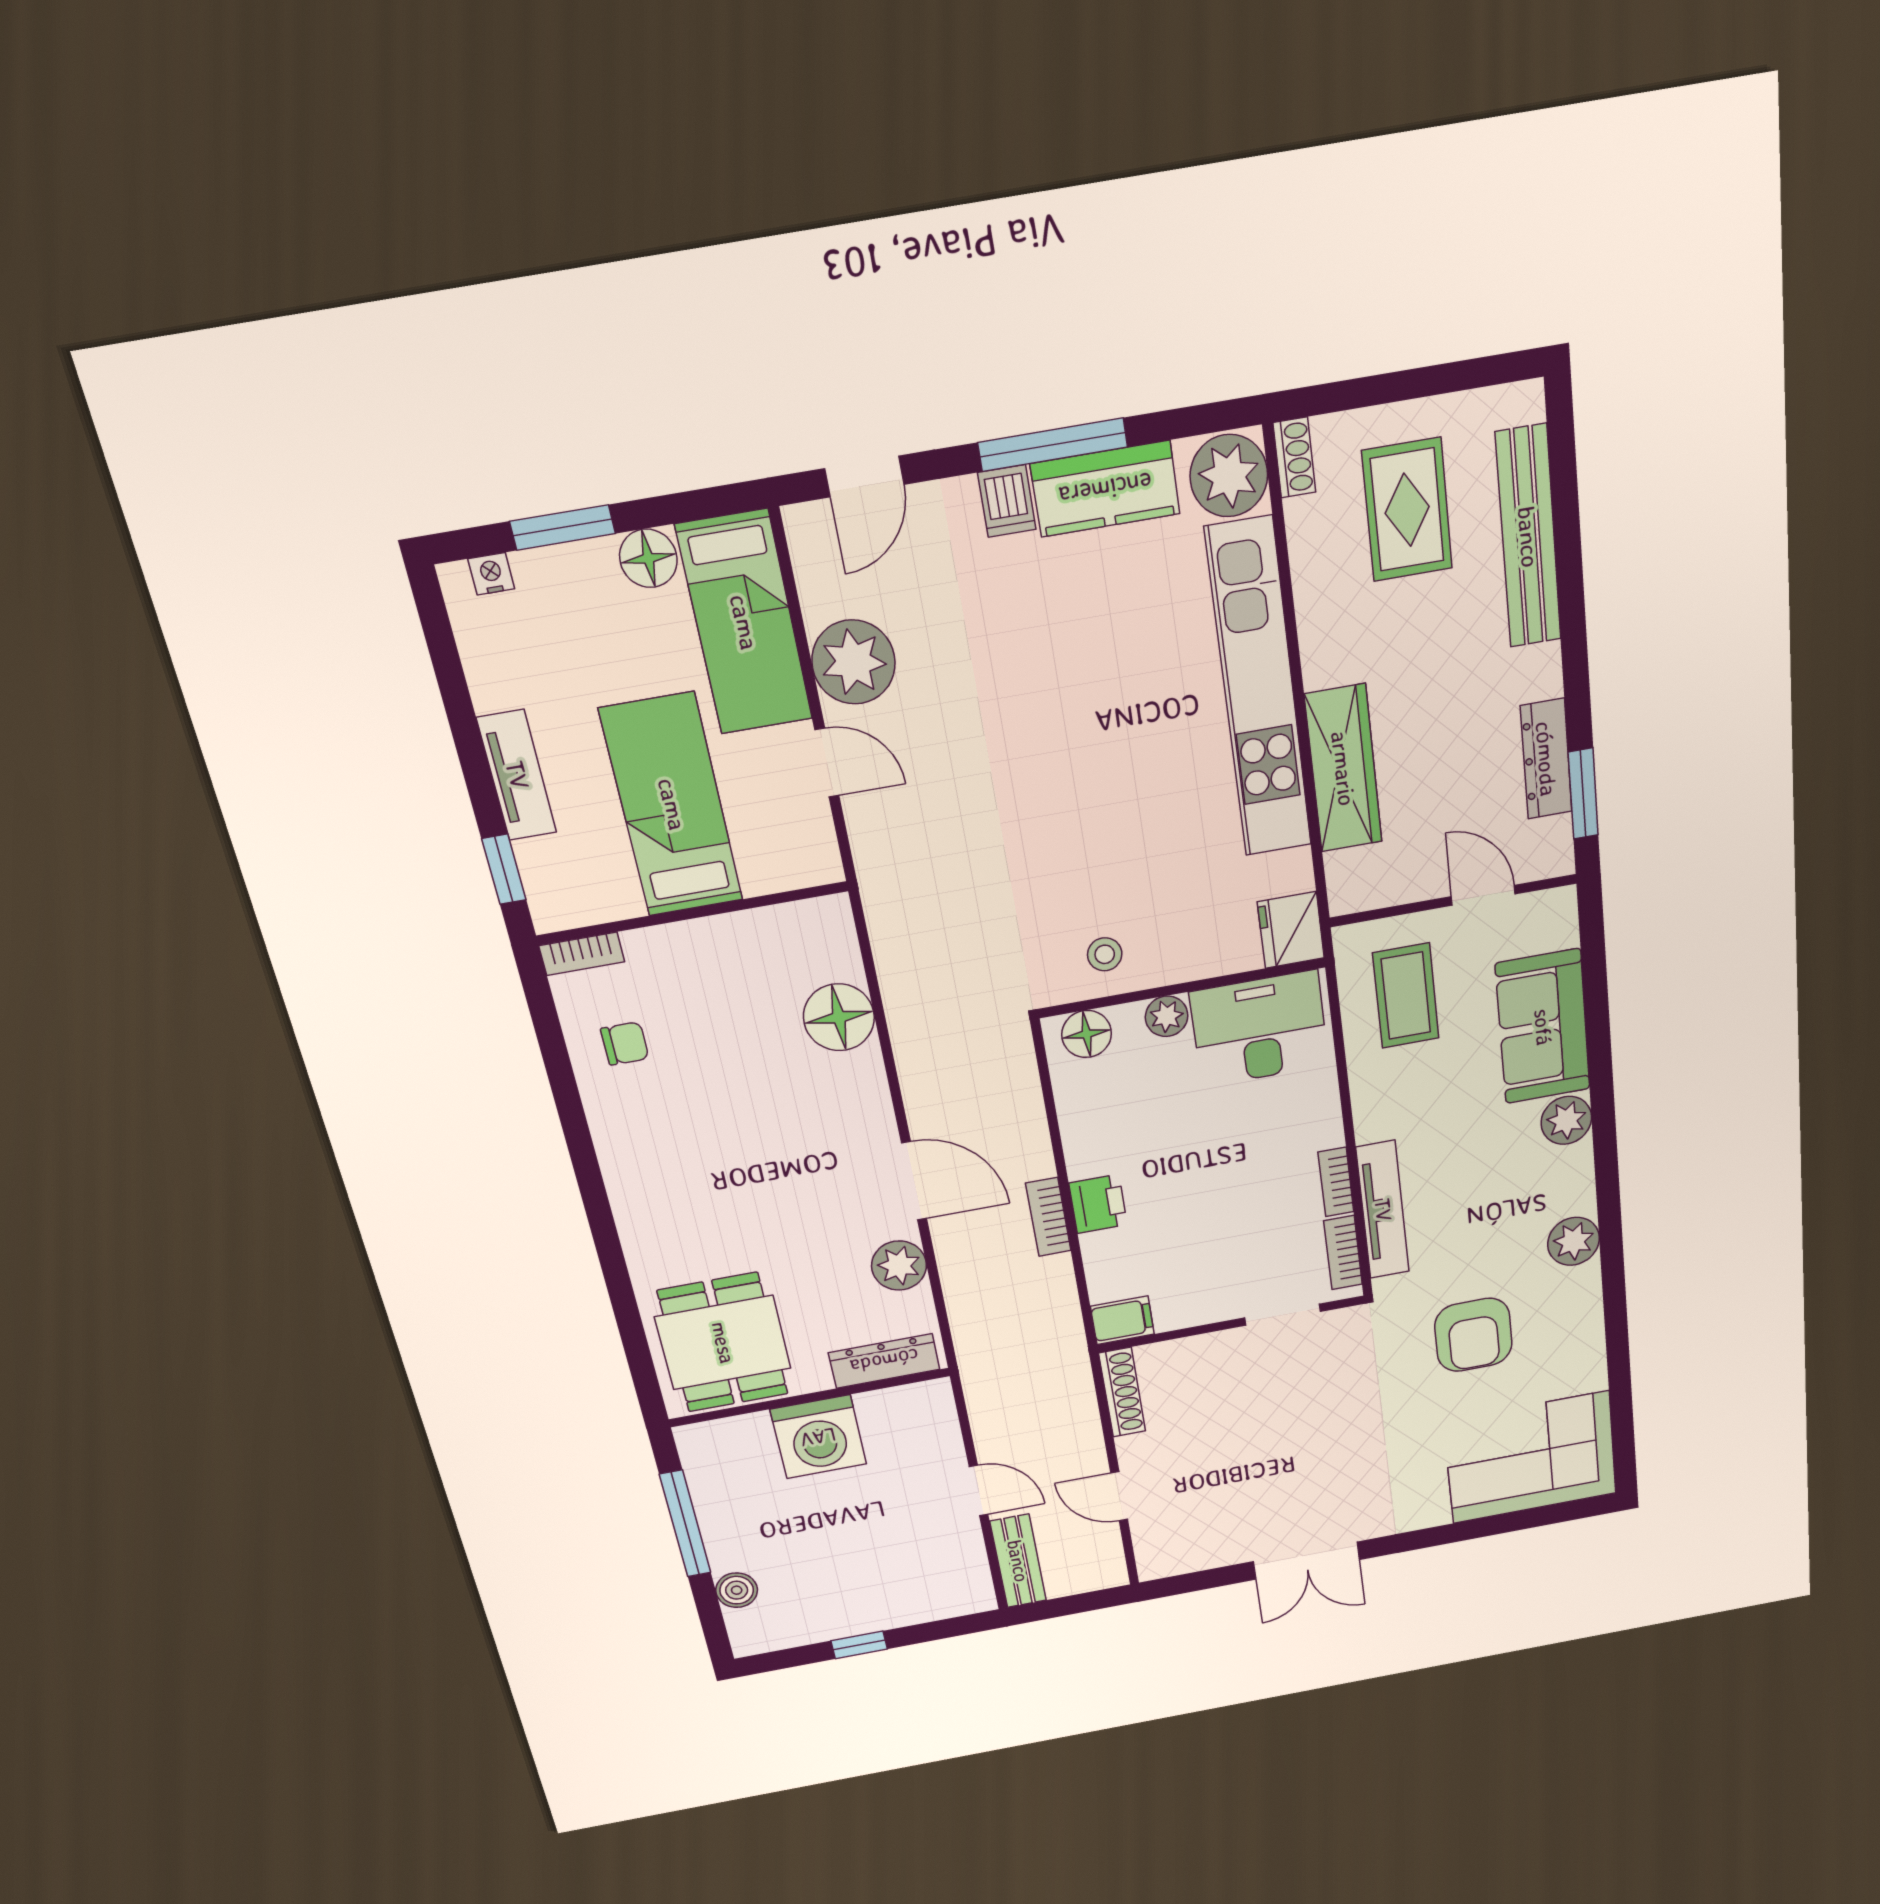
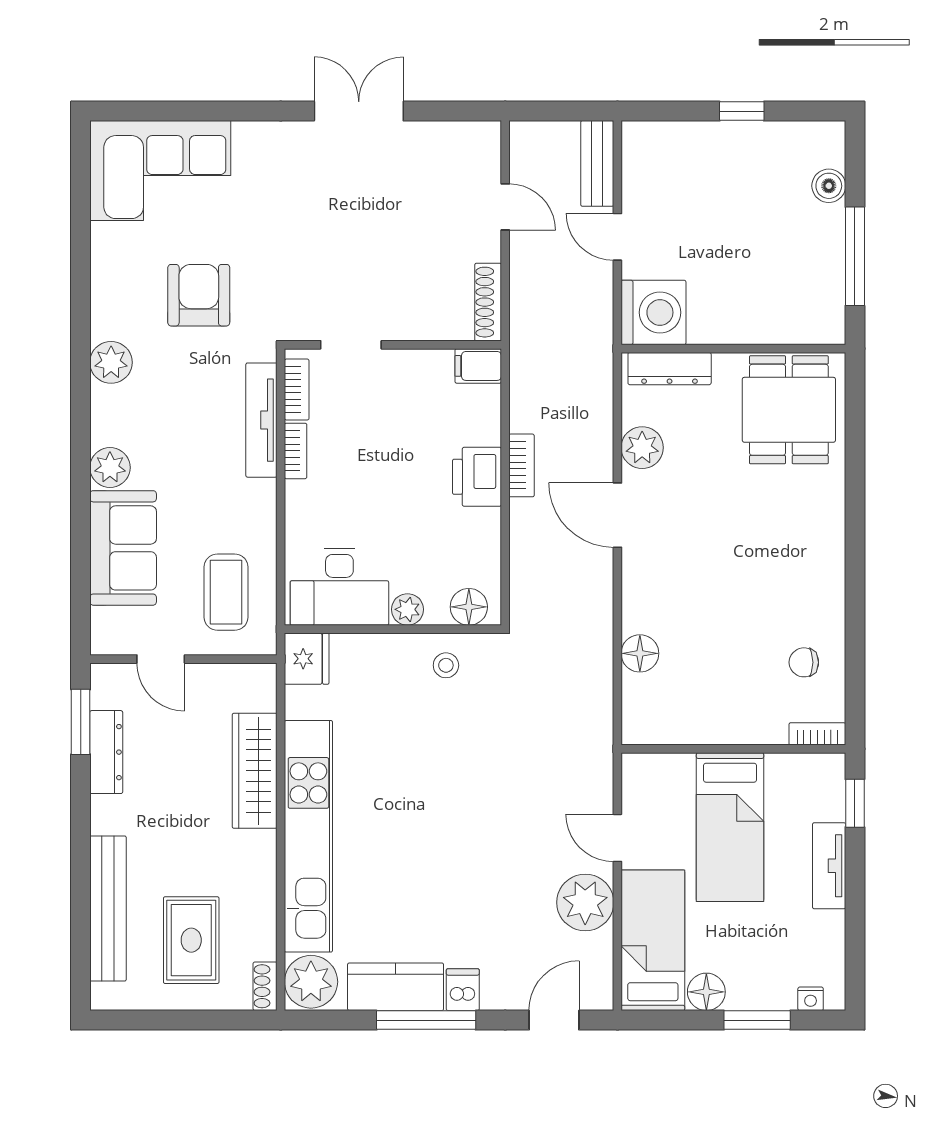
floor lamp: (839, 1017) -> (640, 653), width x0.73, depth x0.73
printer: (1098, 1204) -> (477, 477), width x1.36, depth x1.24
washing machine: (818, 1437) -> (653, 312), moved, turned 90

